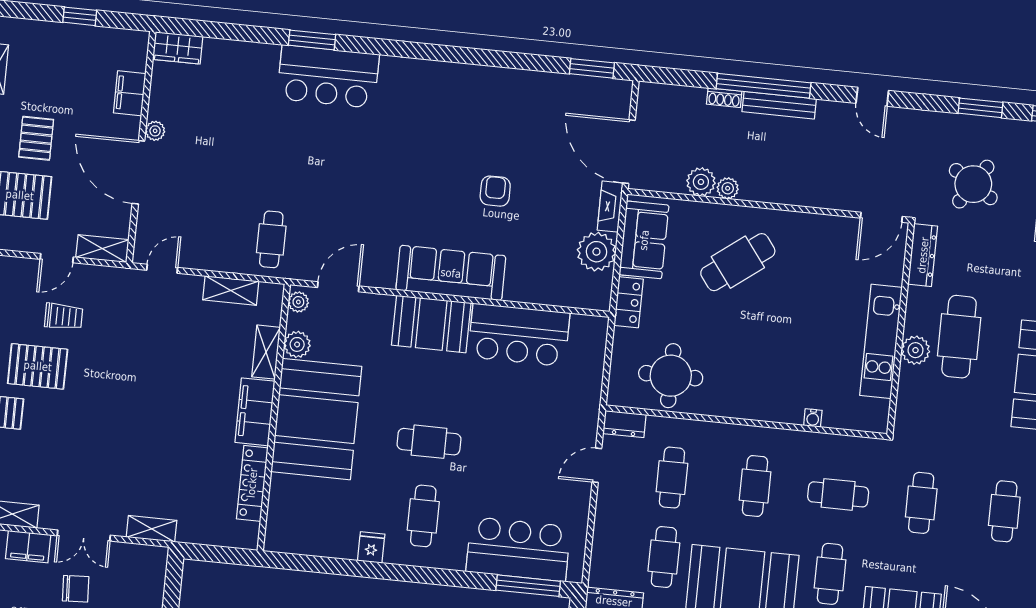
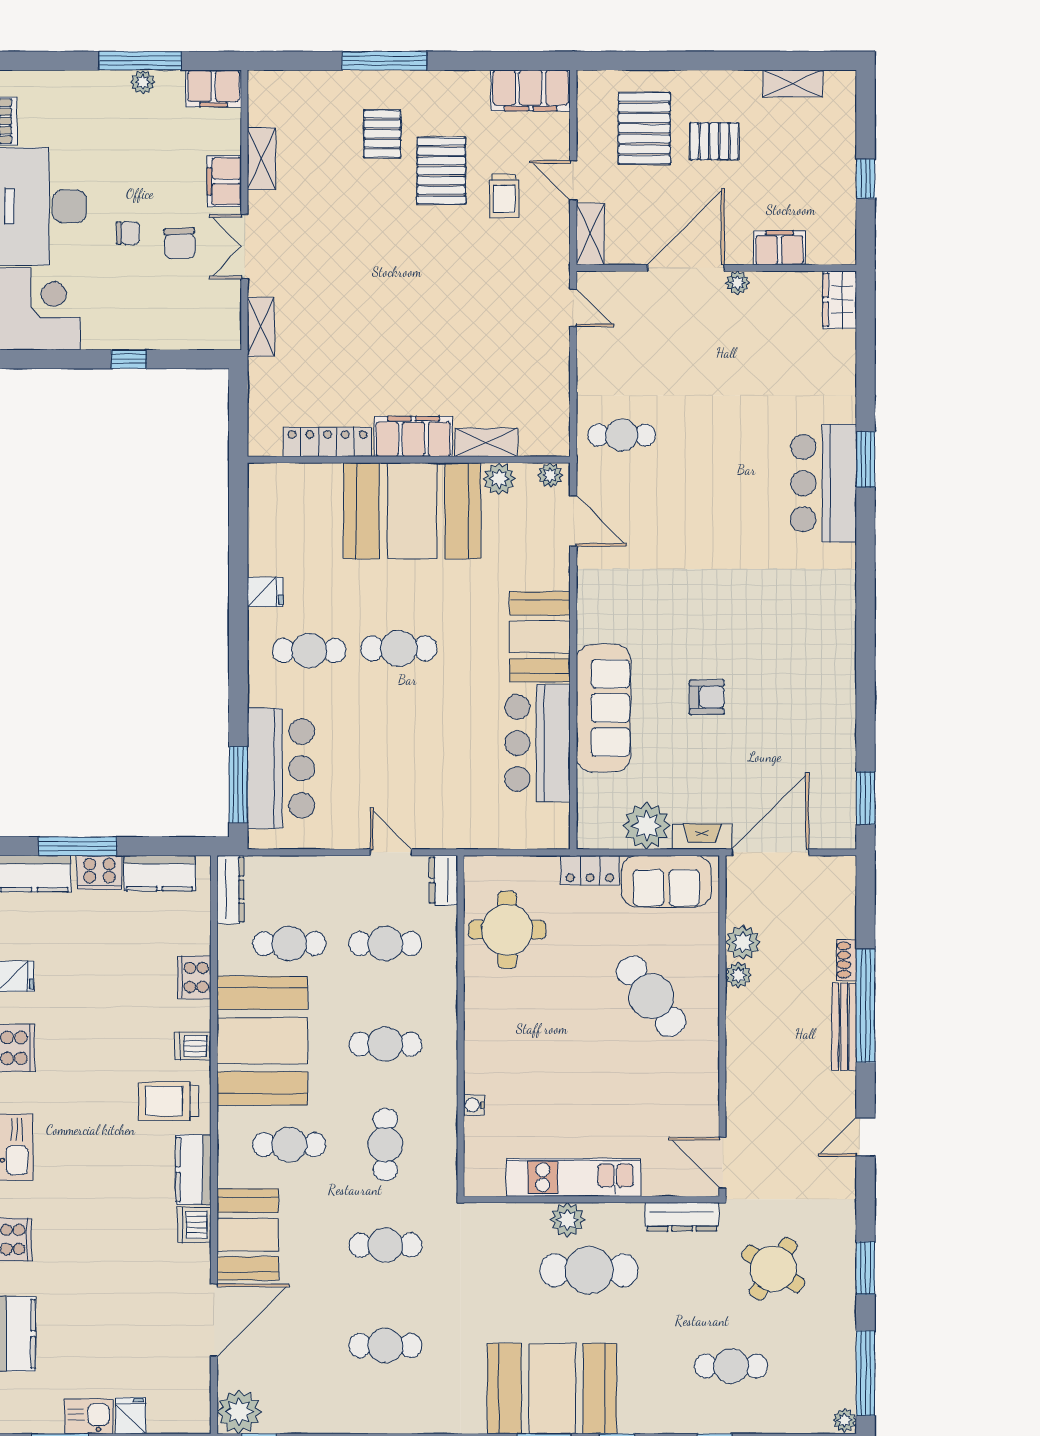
sofa: (451, 273) -> (603, 708), moved
shelving: (231, 291) -> (556, 393), removed
cafe table: (429, 442) -> (399, 648), turned 90

